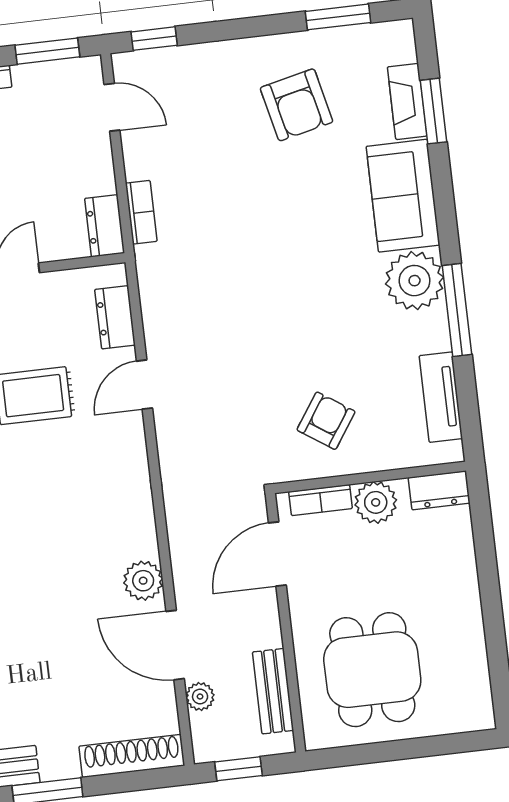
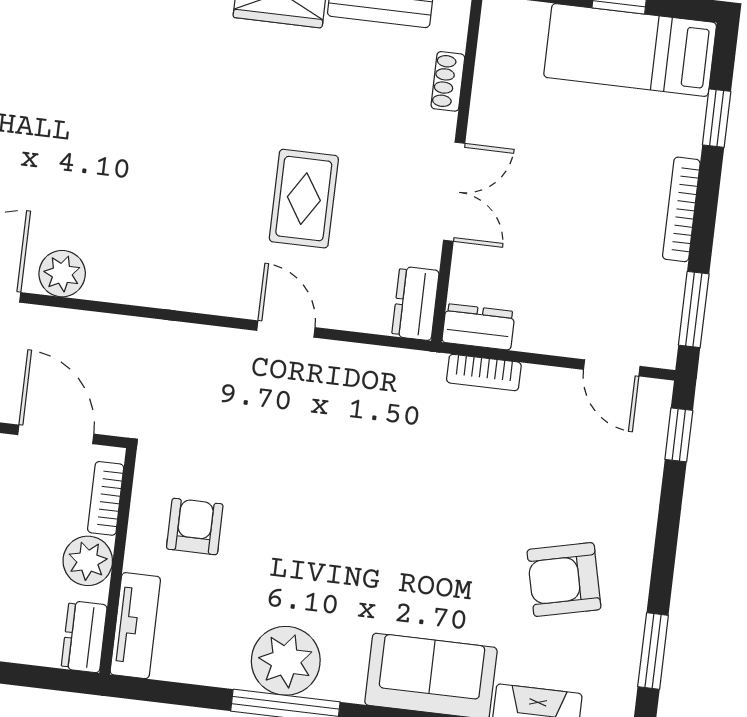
door: (112, 107) -> (612, 368), hinge flipped
plant: (415, 281) -> (286, 661), moved
dresser: (115, 317) -> (415, 303), moved, turned -90
tv unit: (441, 397) -> (135, 626), moved, turned 90
armchair: (326, 421) -> (195, 526), turned -124

